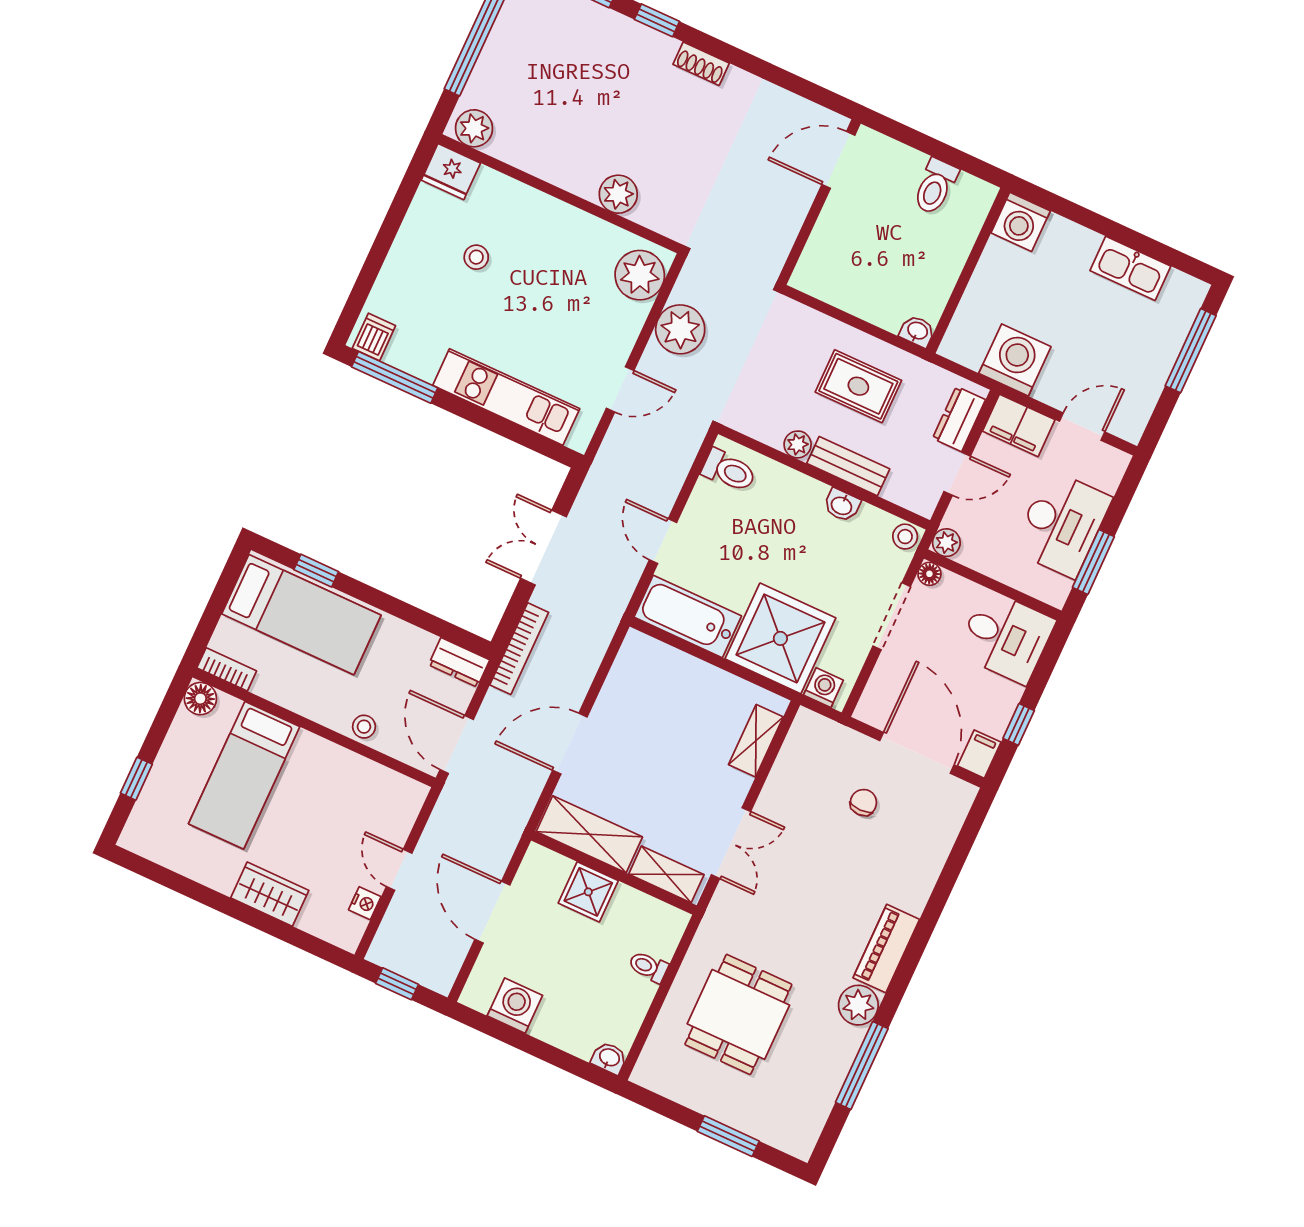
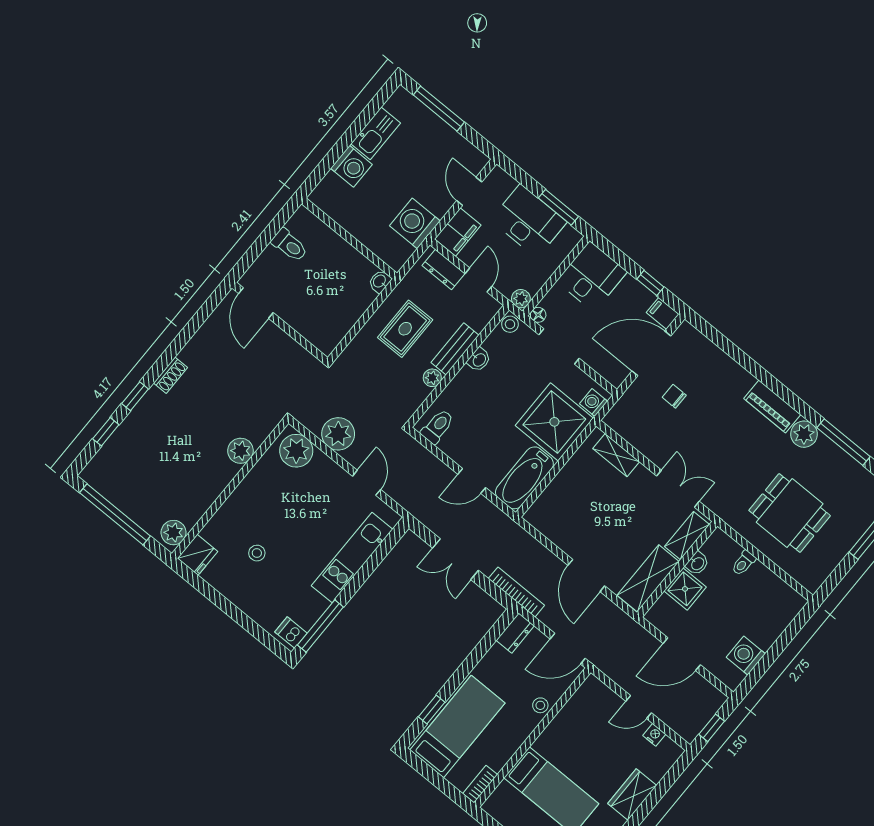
washing machine: (1021, 222) -> (351, 166), moved
floor lamp: (200, 699) -> (494, 806), removed
washbasin: (609, 1058) -> (697, 563), moved, turned 180

